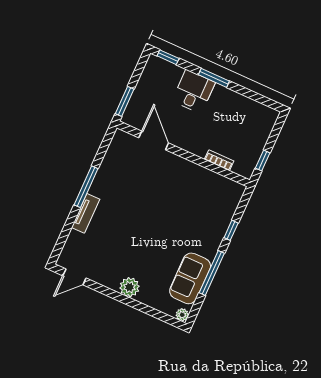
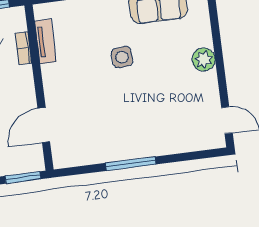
tv unit: (86, 213) -> (45, 41), moved, turned 90
side table: (168, 228) -> (122, 57), added

